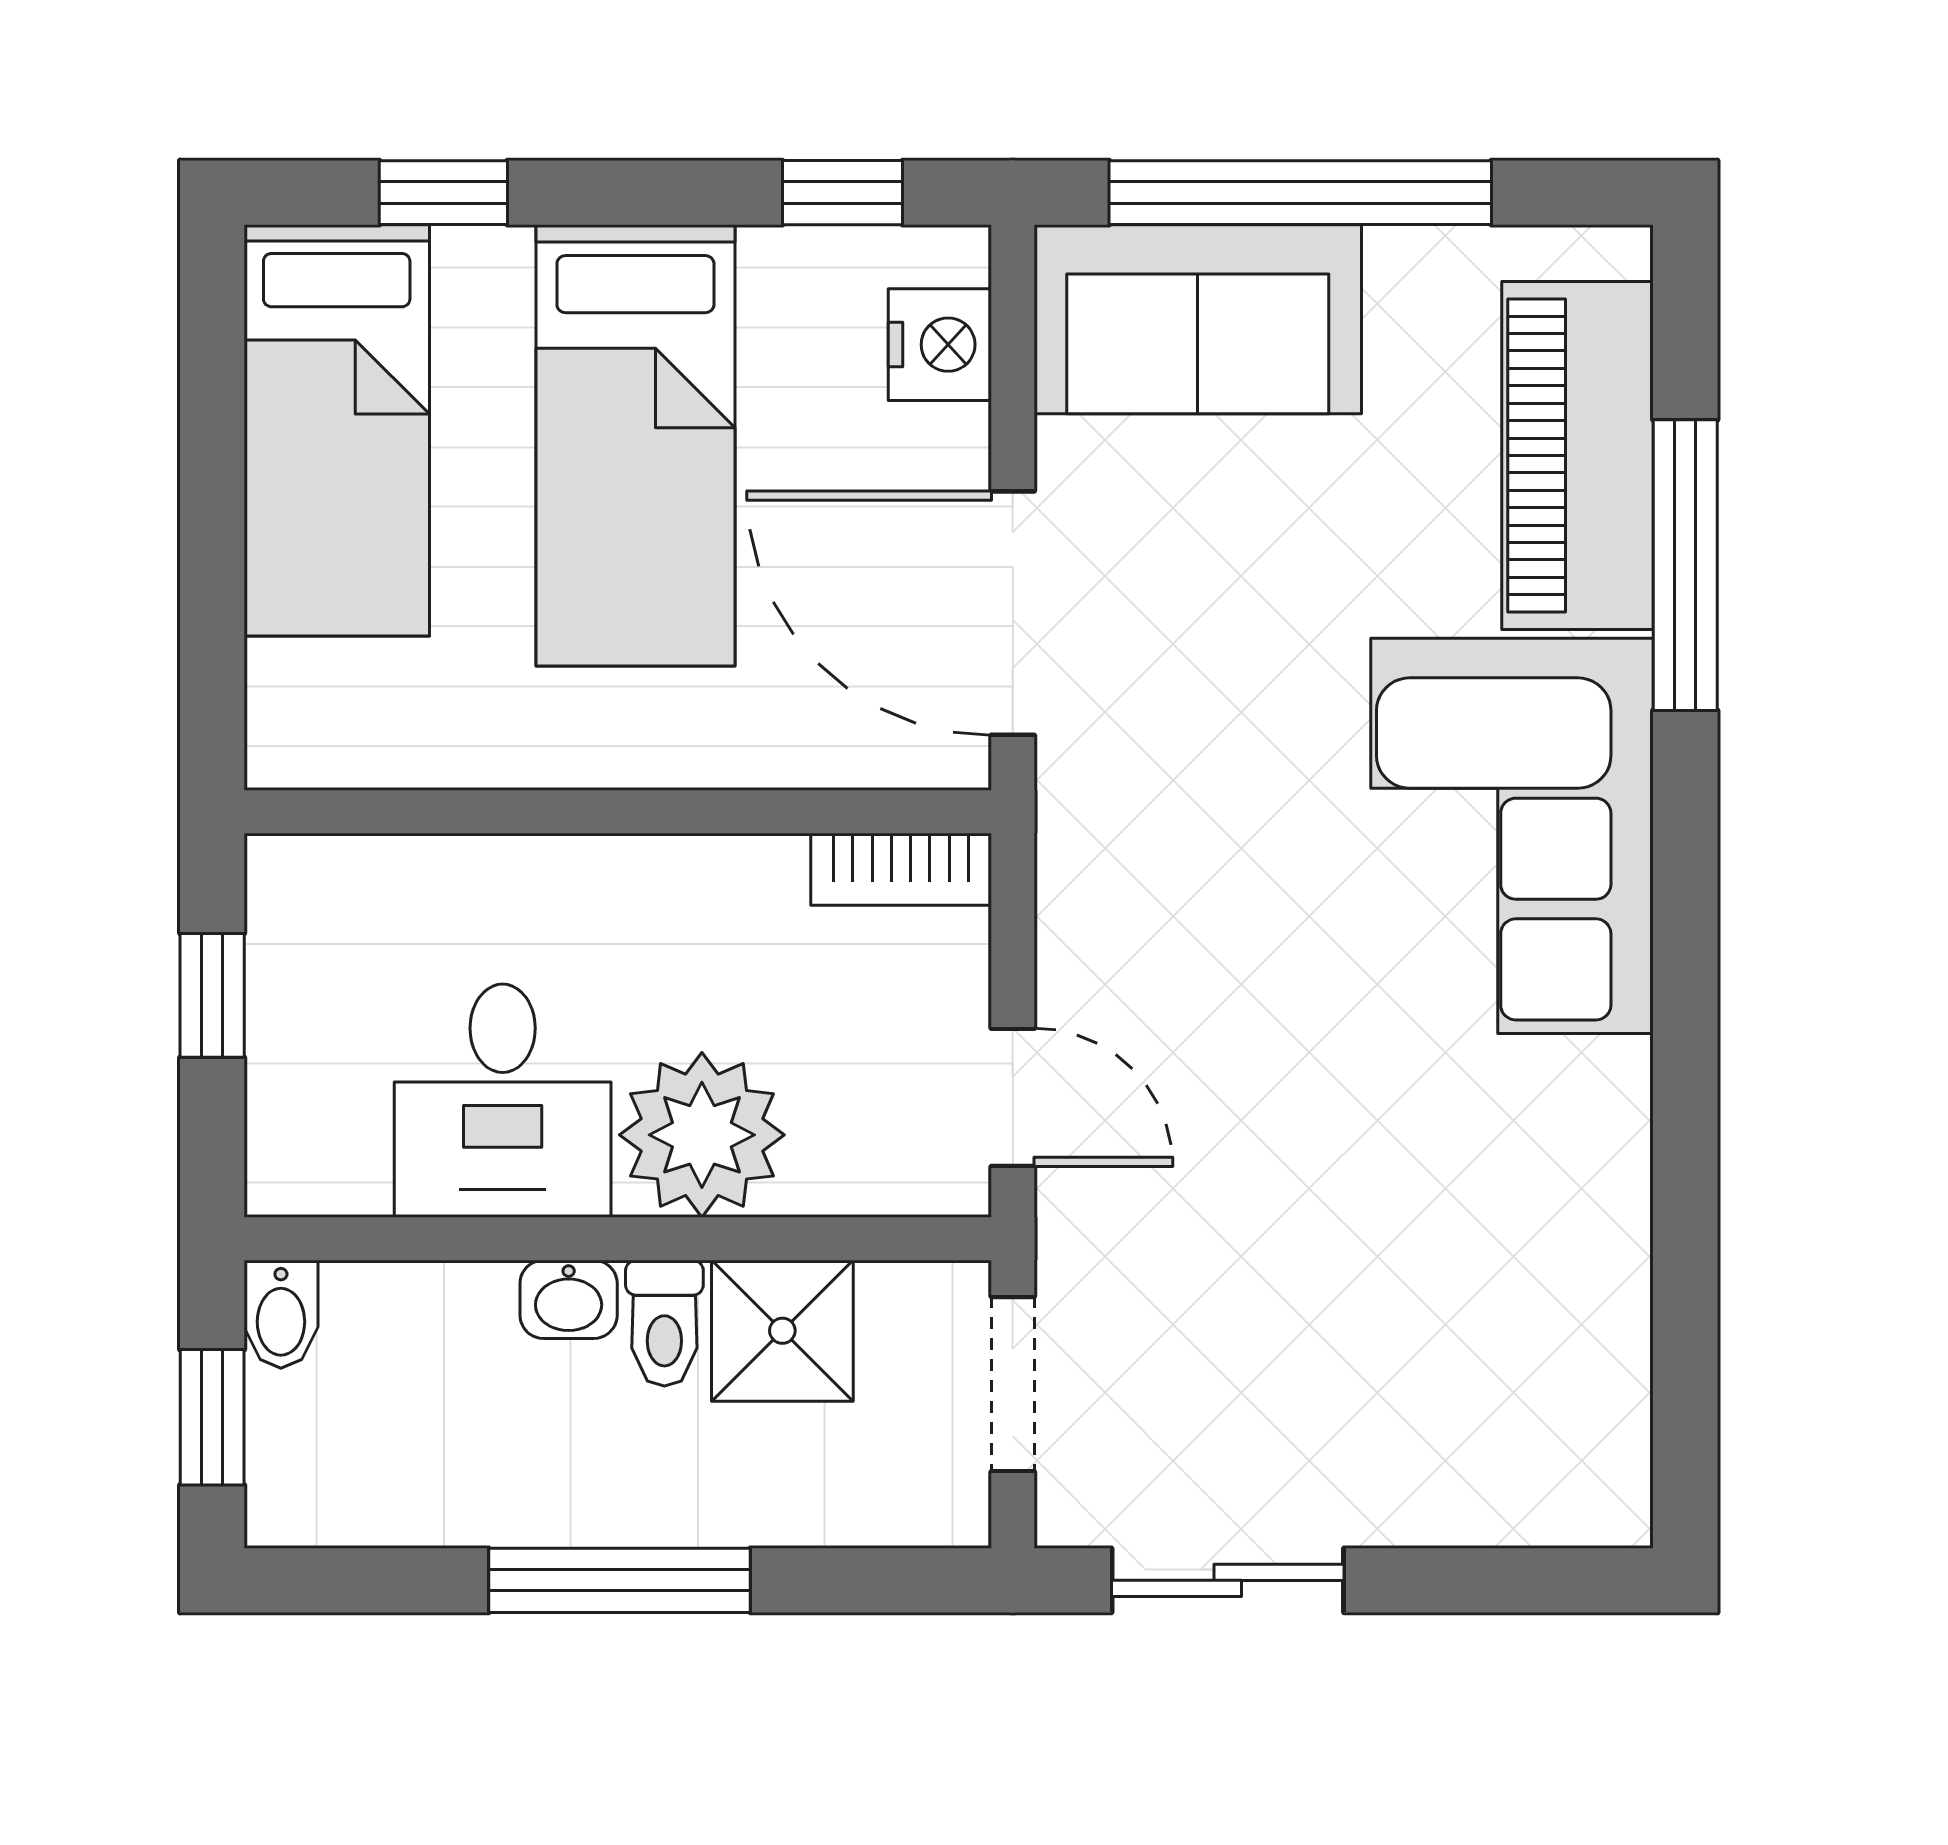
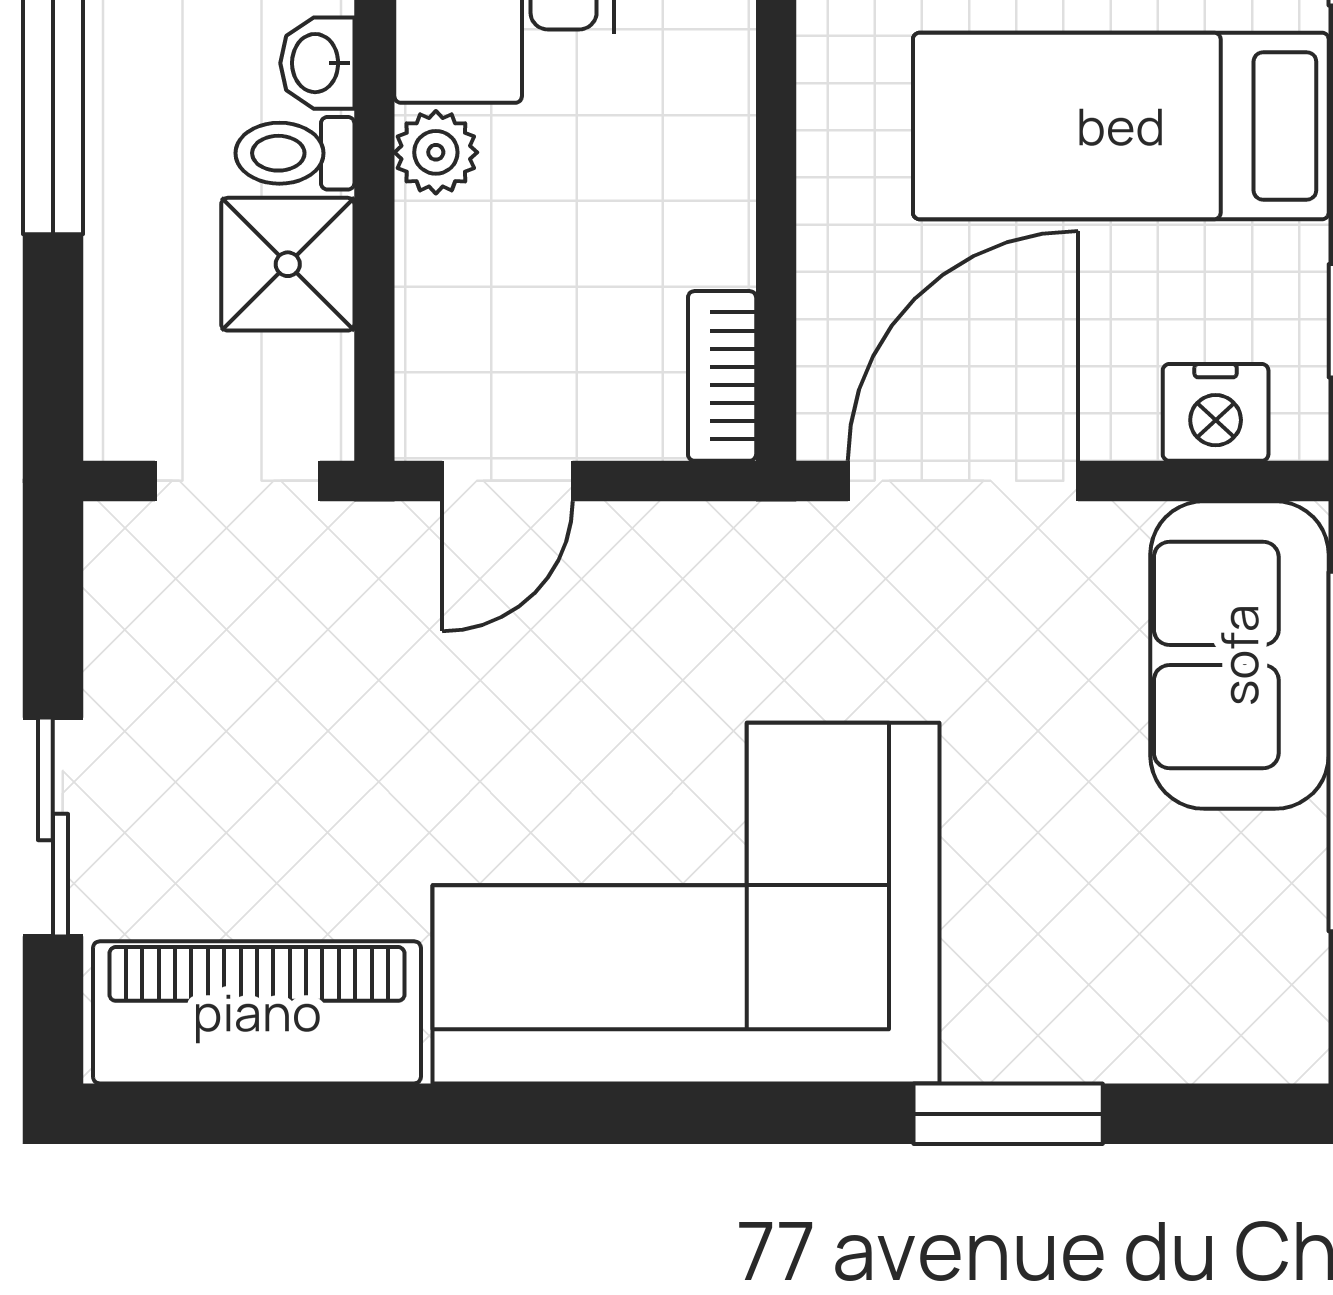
piano: (1578, 455) -> (257, 1012), moved
window: (1685, 565) -> (1008, 1114), width x0.69
corner sofa: (1512, 836) -> (686, 903), width x1.36, depth x1.36
plant: (702, 1135) -> (436, 152), width x0.53, depth x0.53
sliding door: (1228, 1580) -> (53, 827), moved

